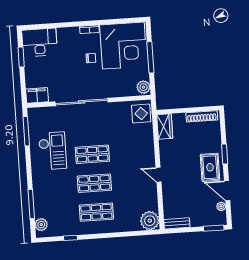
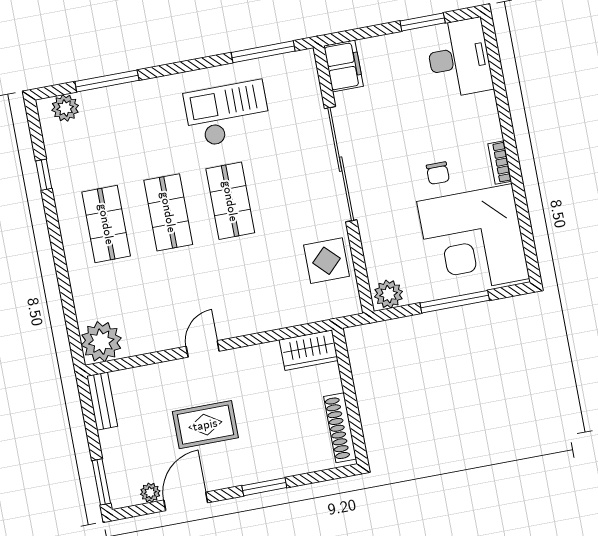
display table: (141, 113) -> (327, 261), moved
checkout: (53, 151) -> (227, 114), turned 180
rug: (210, 167) -> (205, 425), moved

